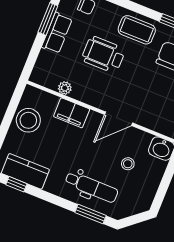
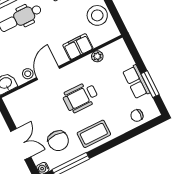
wheelchair: (103, 55) -> (81, 97), moved, turned 180
stool: (128, 164) -> (28, 74), moved

